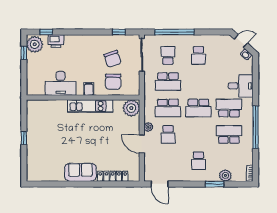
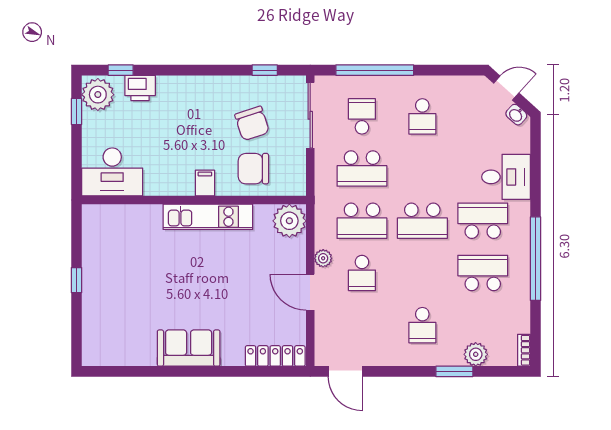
chair: (113, 82) -> (253, 169), turned 90
desk: (61, 83) -> (112, 172), moved
locker: (113, 176) -> (275, 356), moved

